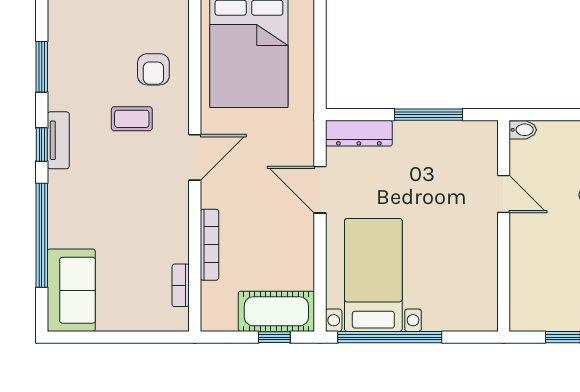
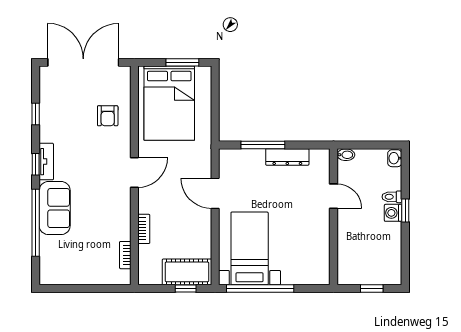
window: (42, 67) -> (36, 114), width x0.67
window: (429, 115) -> (263, 145), moved
coffee table: (132, 119) -> (94, 148), removed
dresser: (359, 133) -> (287, 157), moved
bookcase: (209, 245) -> (144, 229), width x0.64
sofa: (71, 290) -> (55, 208), moved

